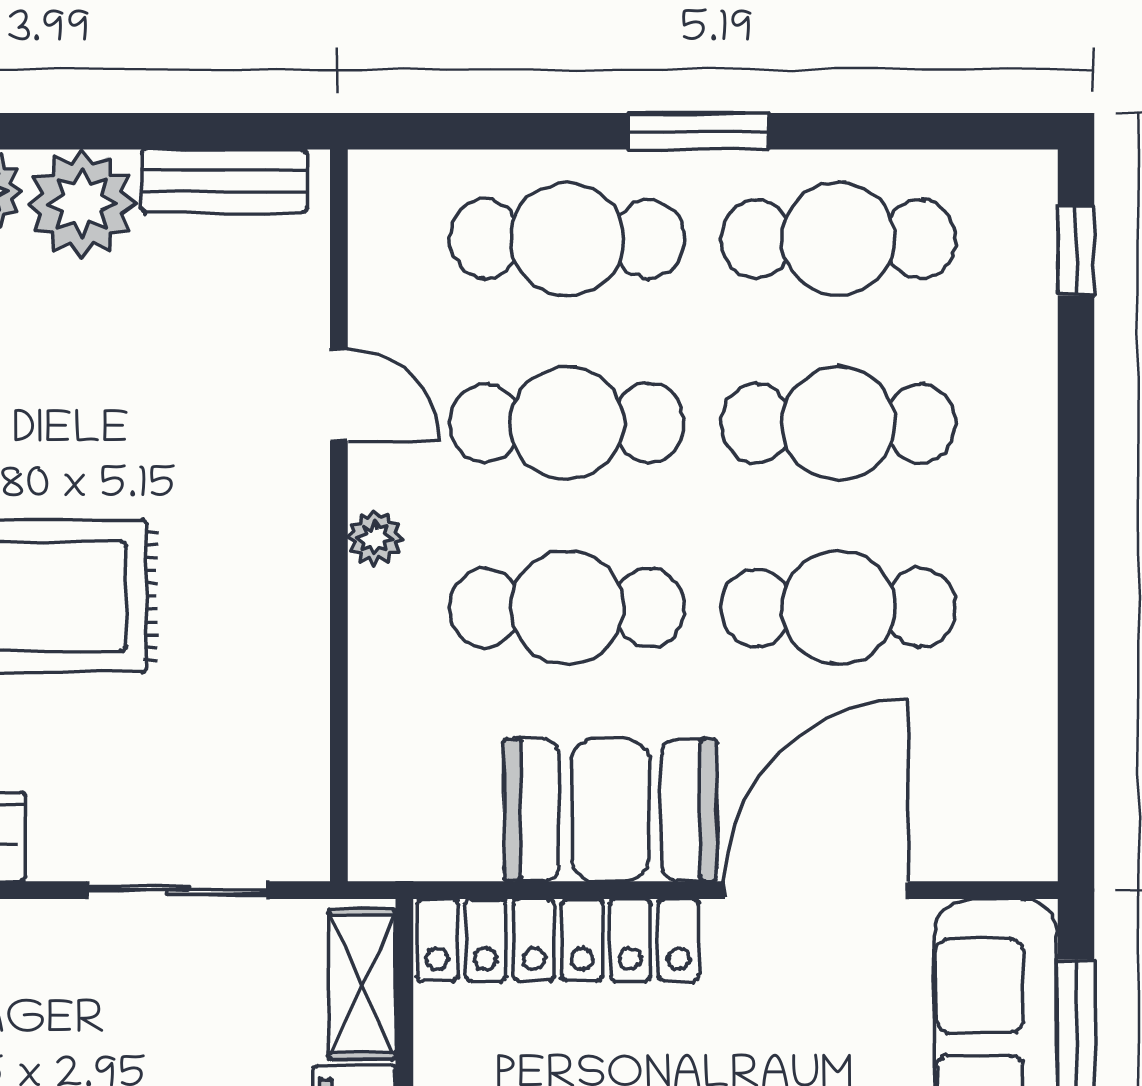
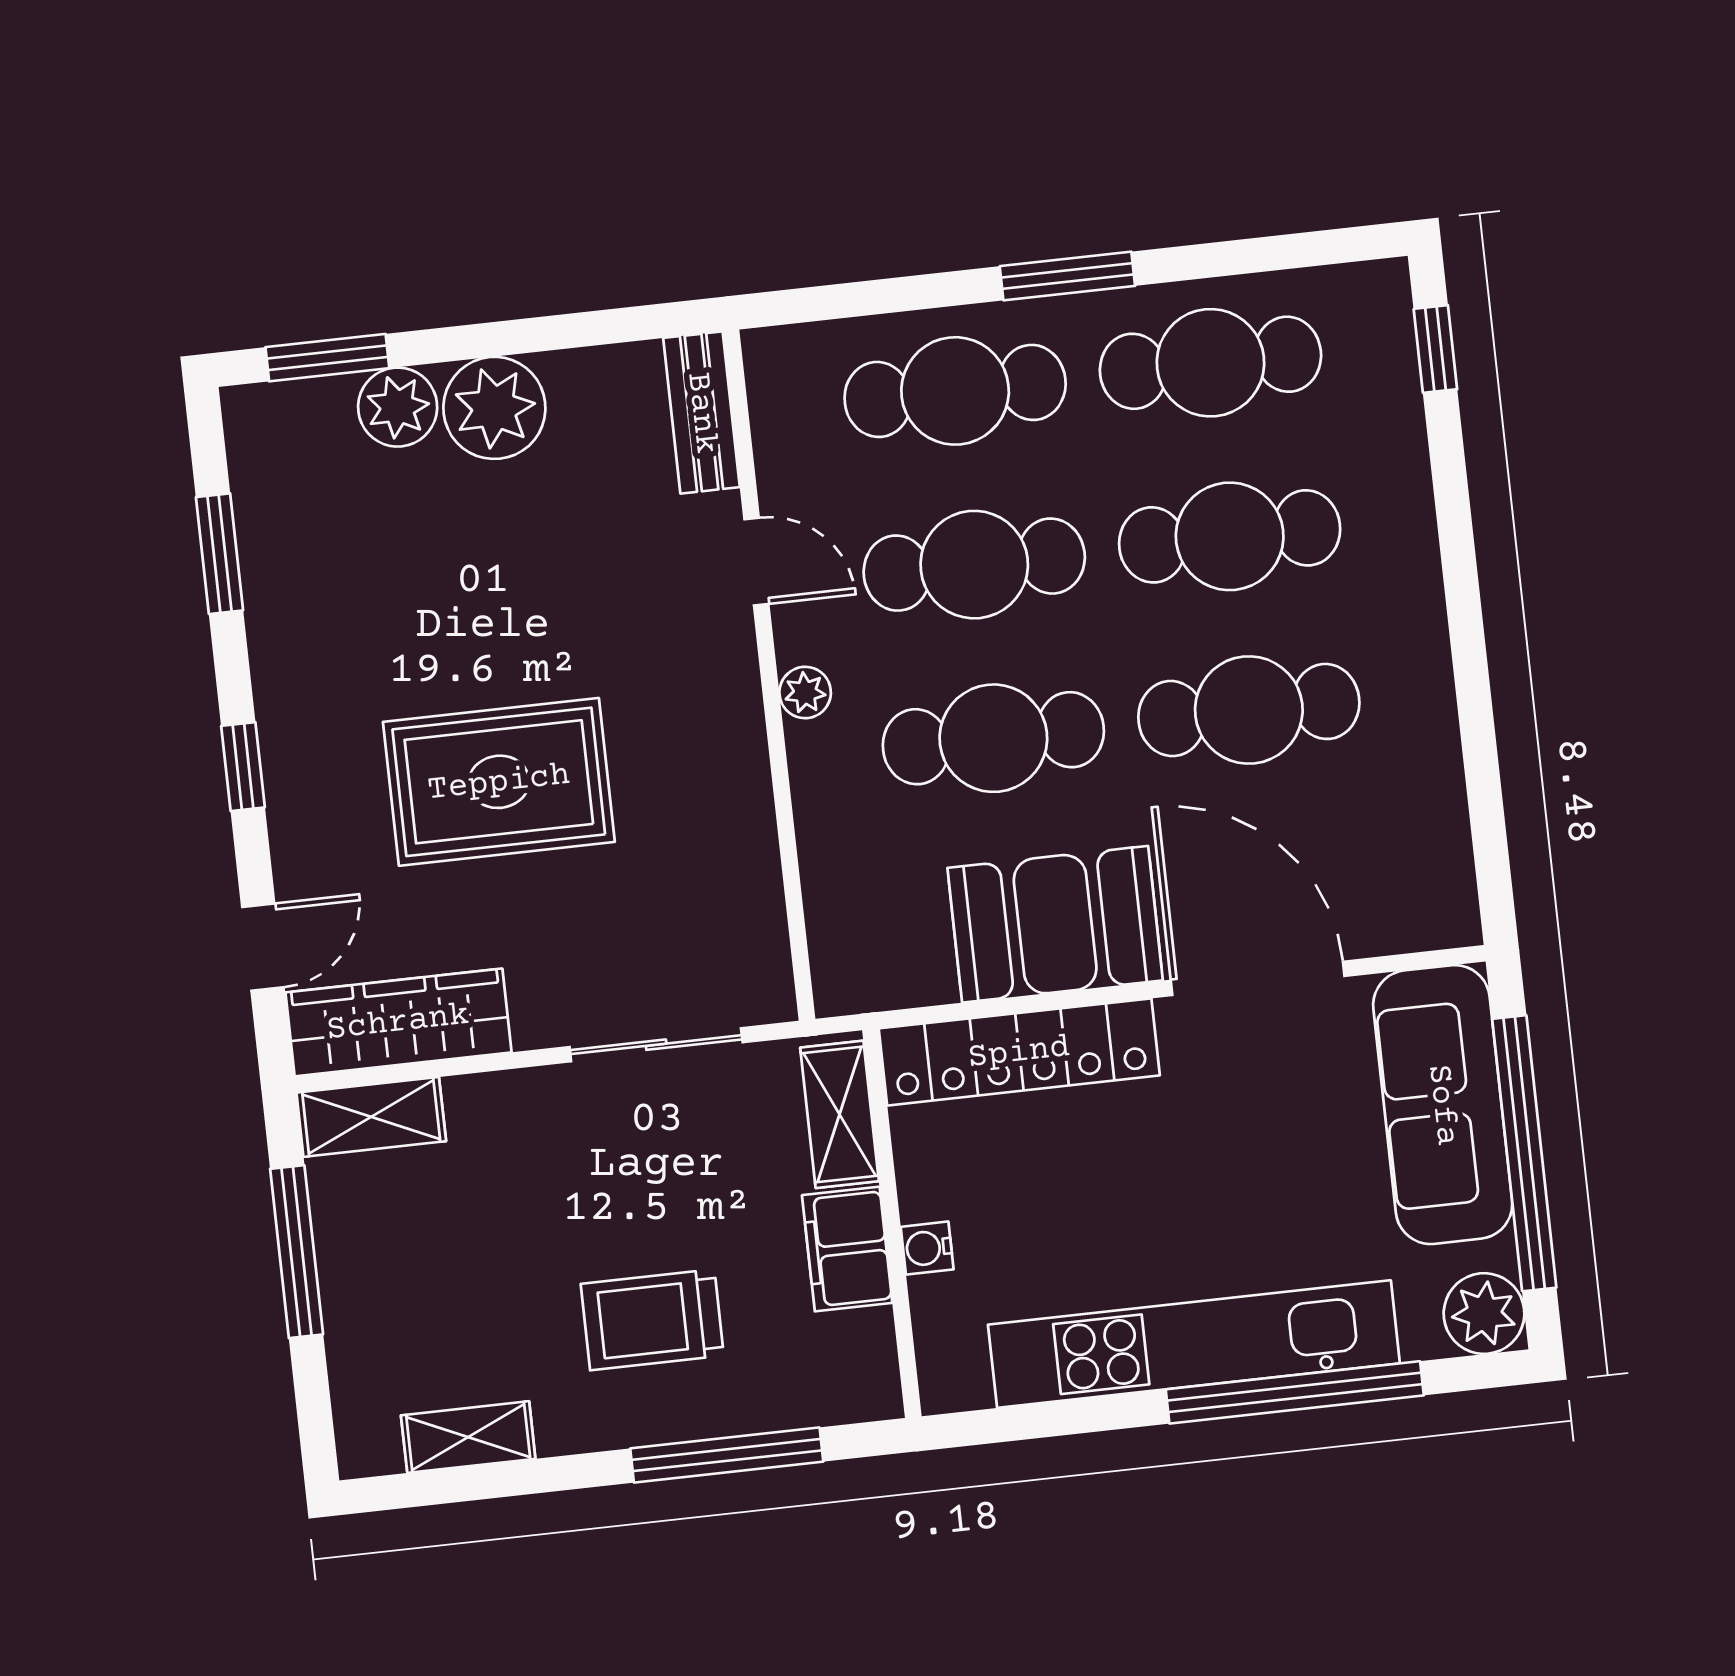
bench: (224, 181) -> (702, 413), moved, turned 90
door: (816, 890) -> (1258, 978), hinge flipped

